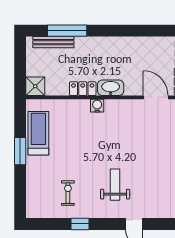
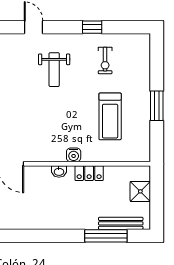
shower: (35, 86) -> (140, 191), moved
washbasin: (111, 88) -> (59, 172), width x0.52, depth x0.69
treadmill: (38, 133) -> (110, 116), moved

